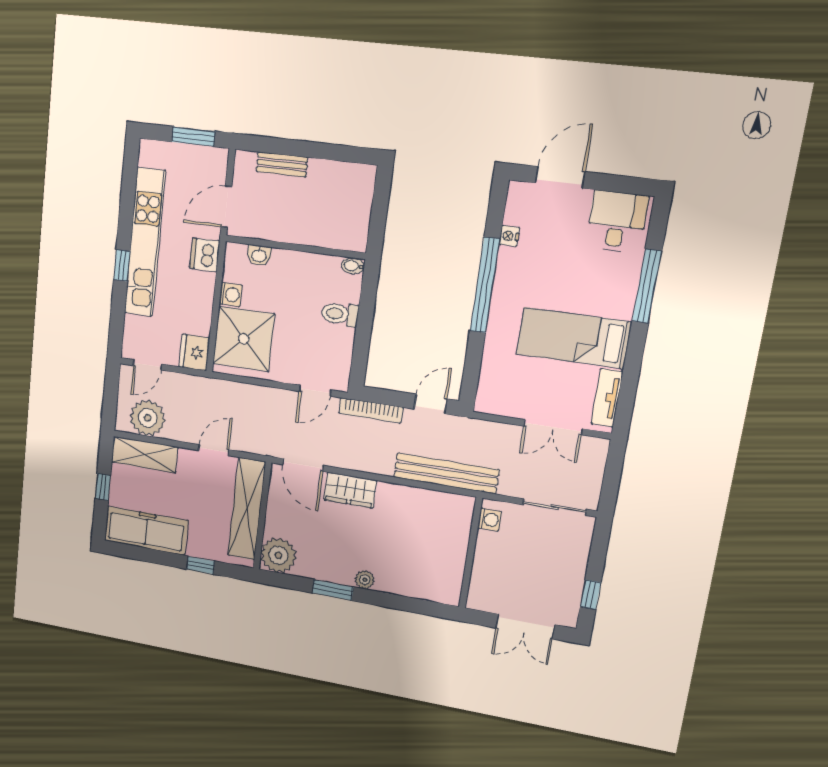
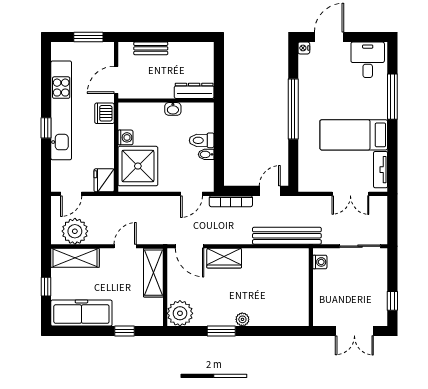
nightstand: (509, 236) -> (304, 48), moved
dresser: (338, 238) -> (194, 91), added
washbasin: (259, 255) -> (173, 109), moved
bidet: (353, 266) -> (206, 154), moved
shelving: (247, 509) -> (153, 273), width x0.68

